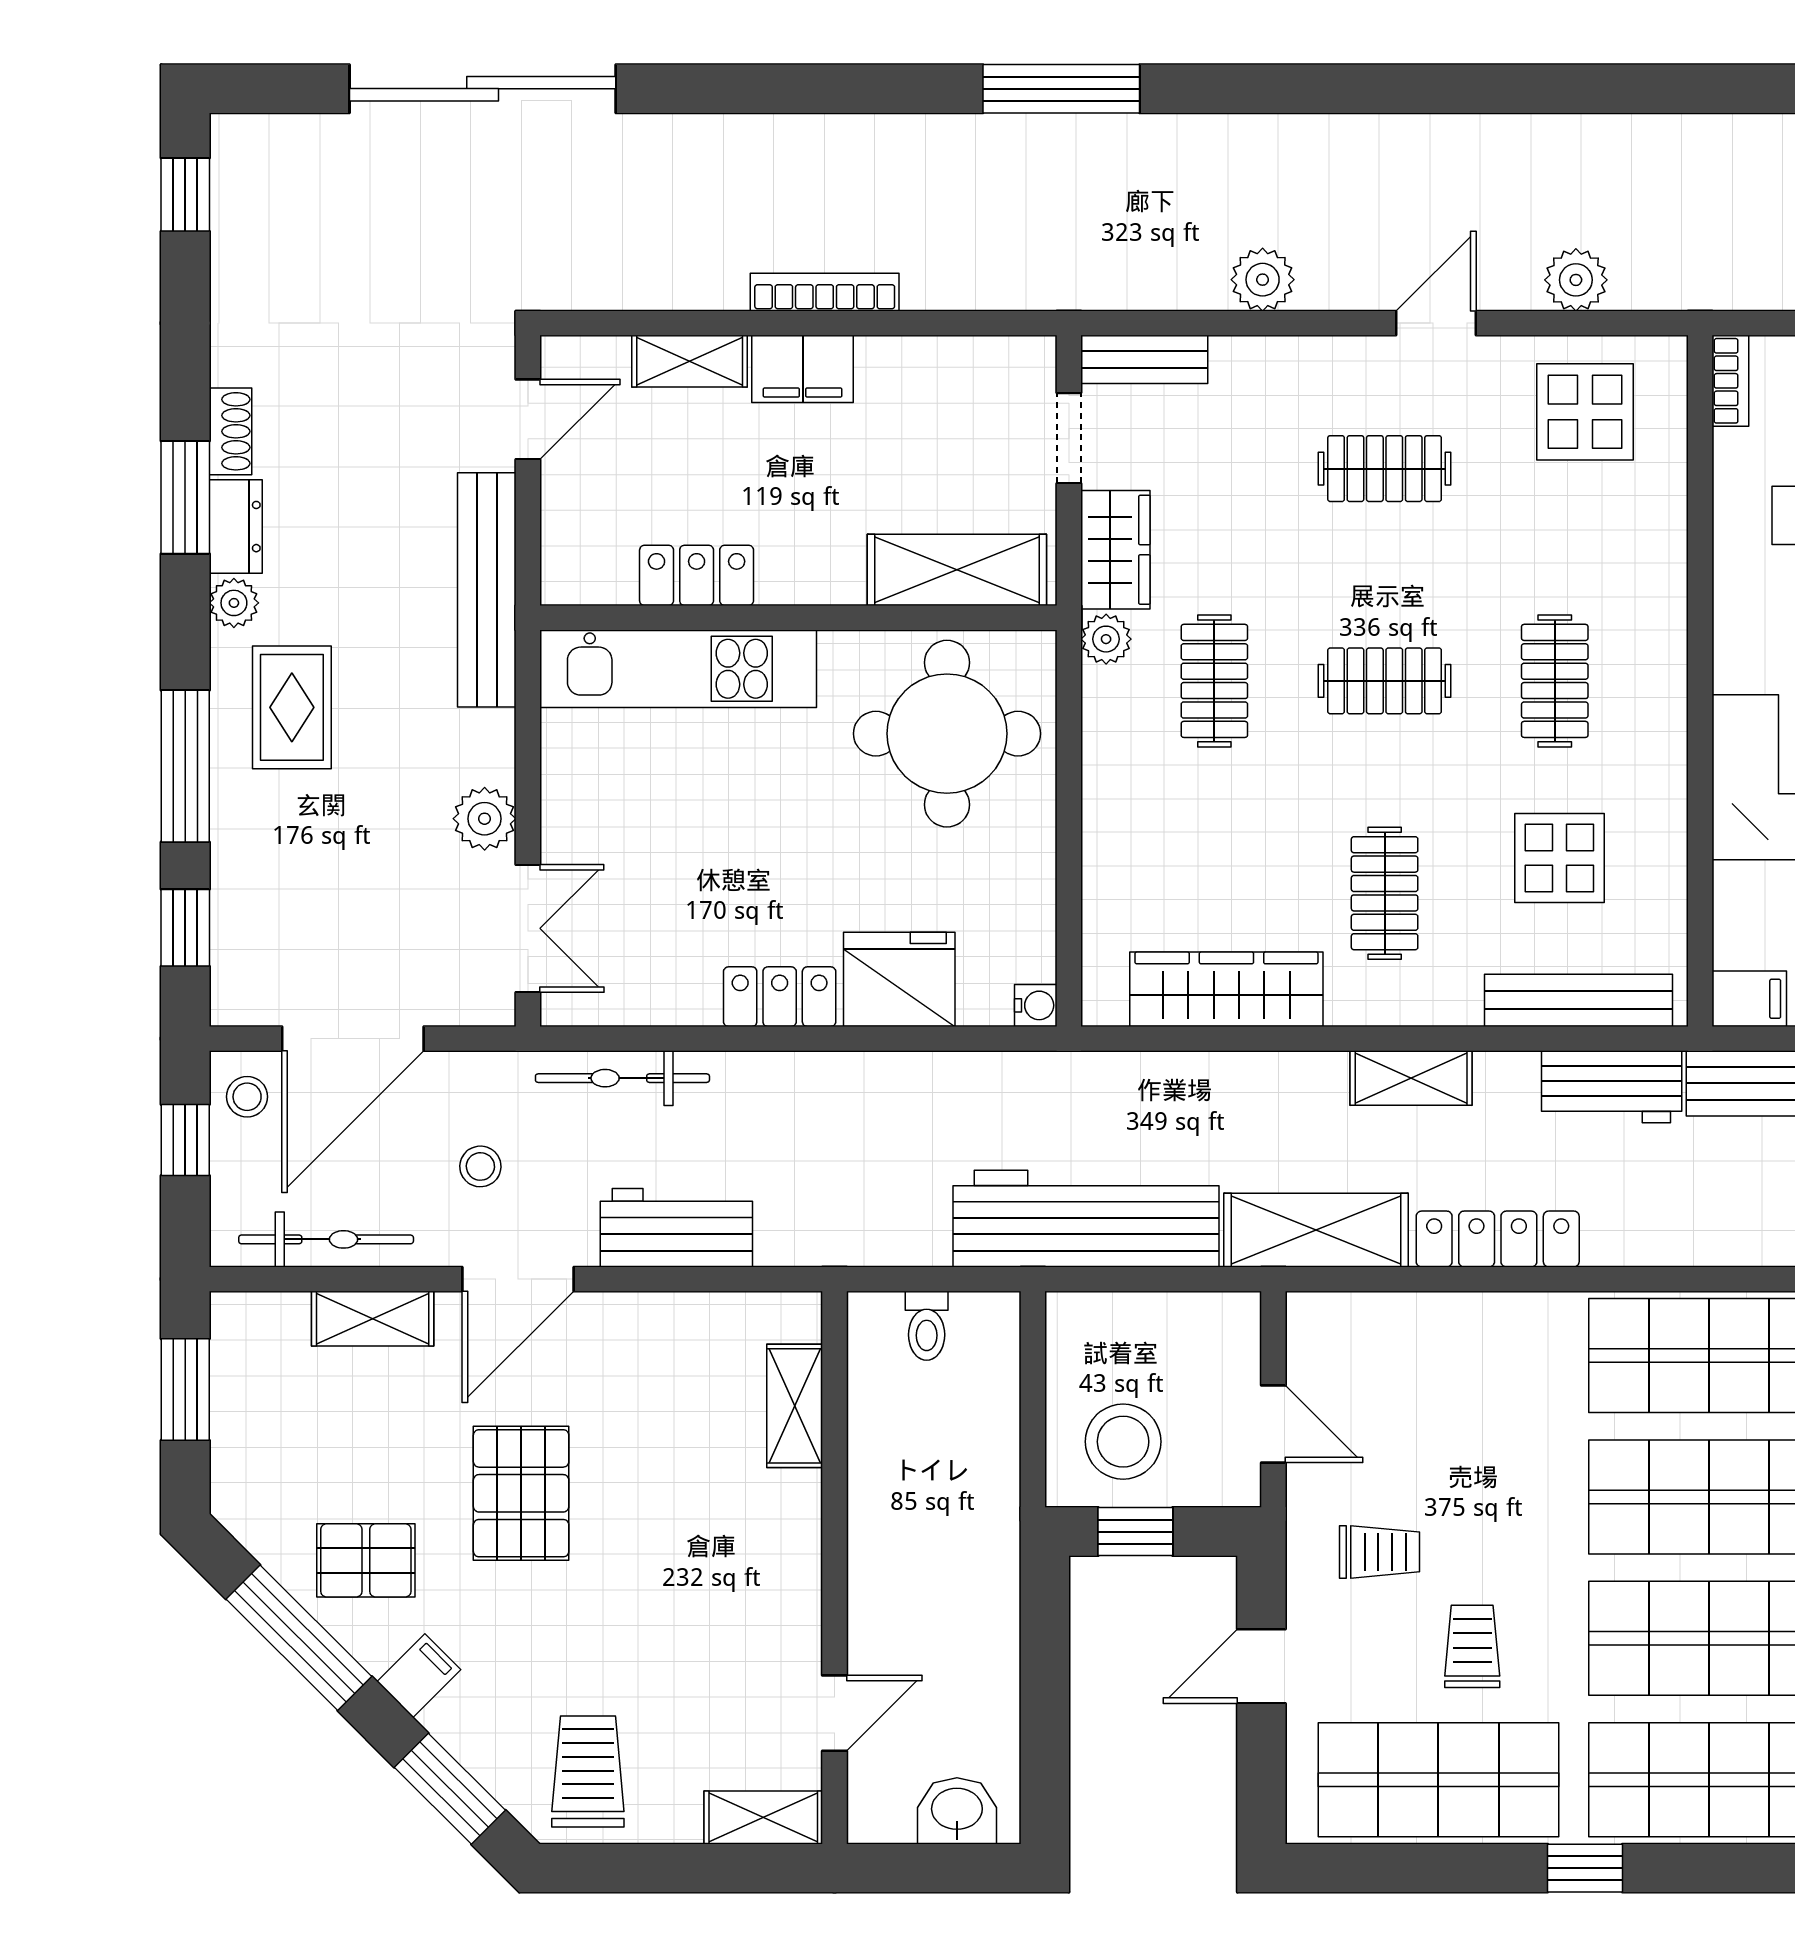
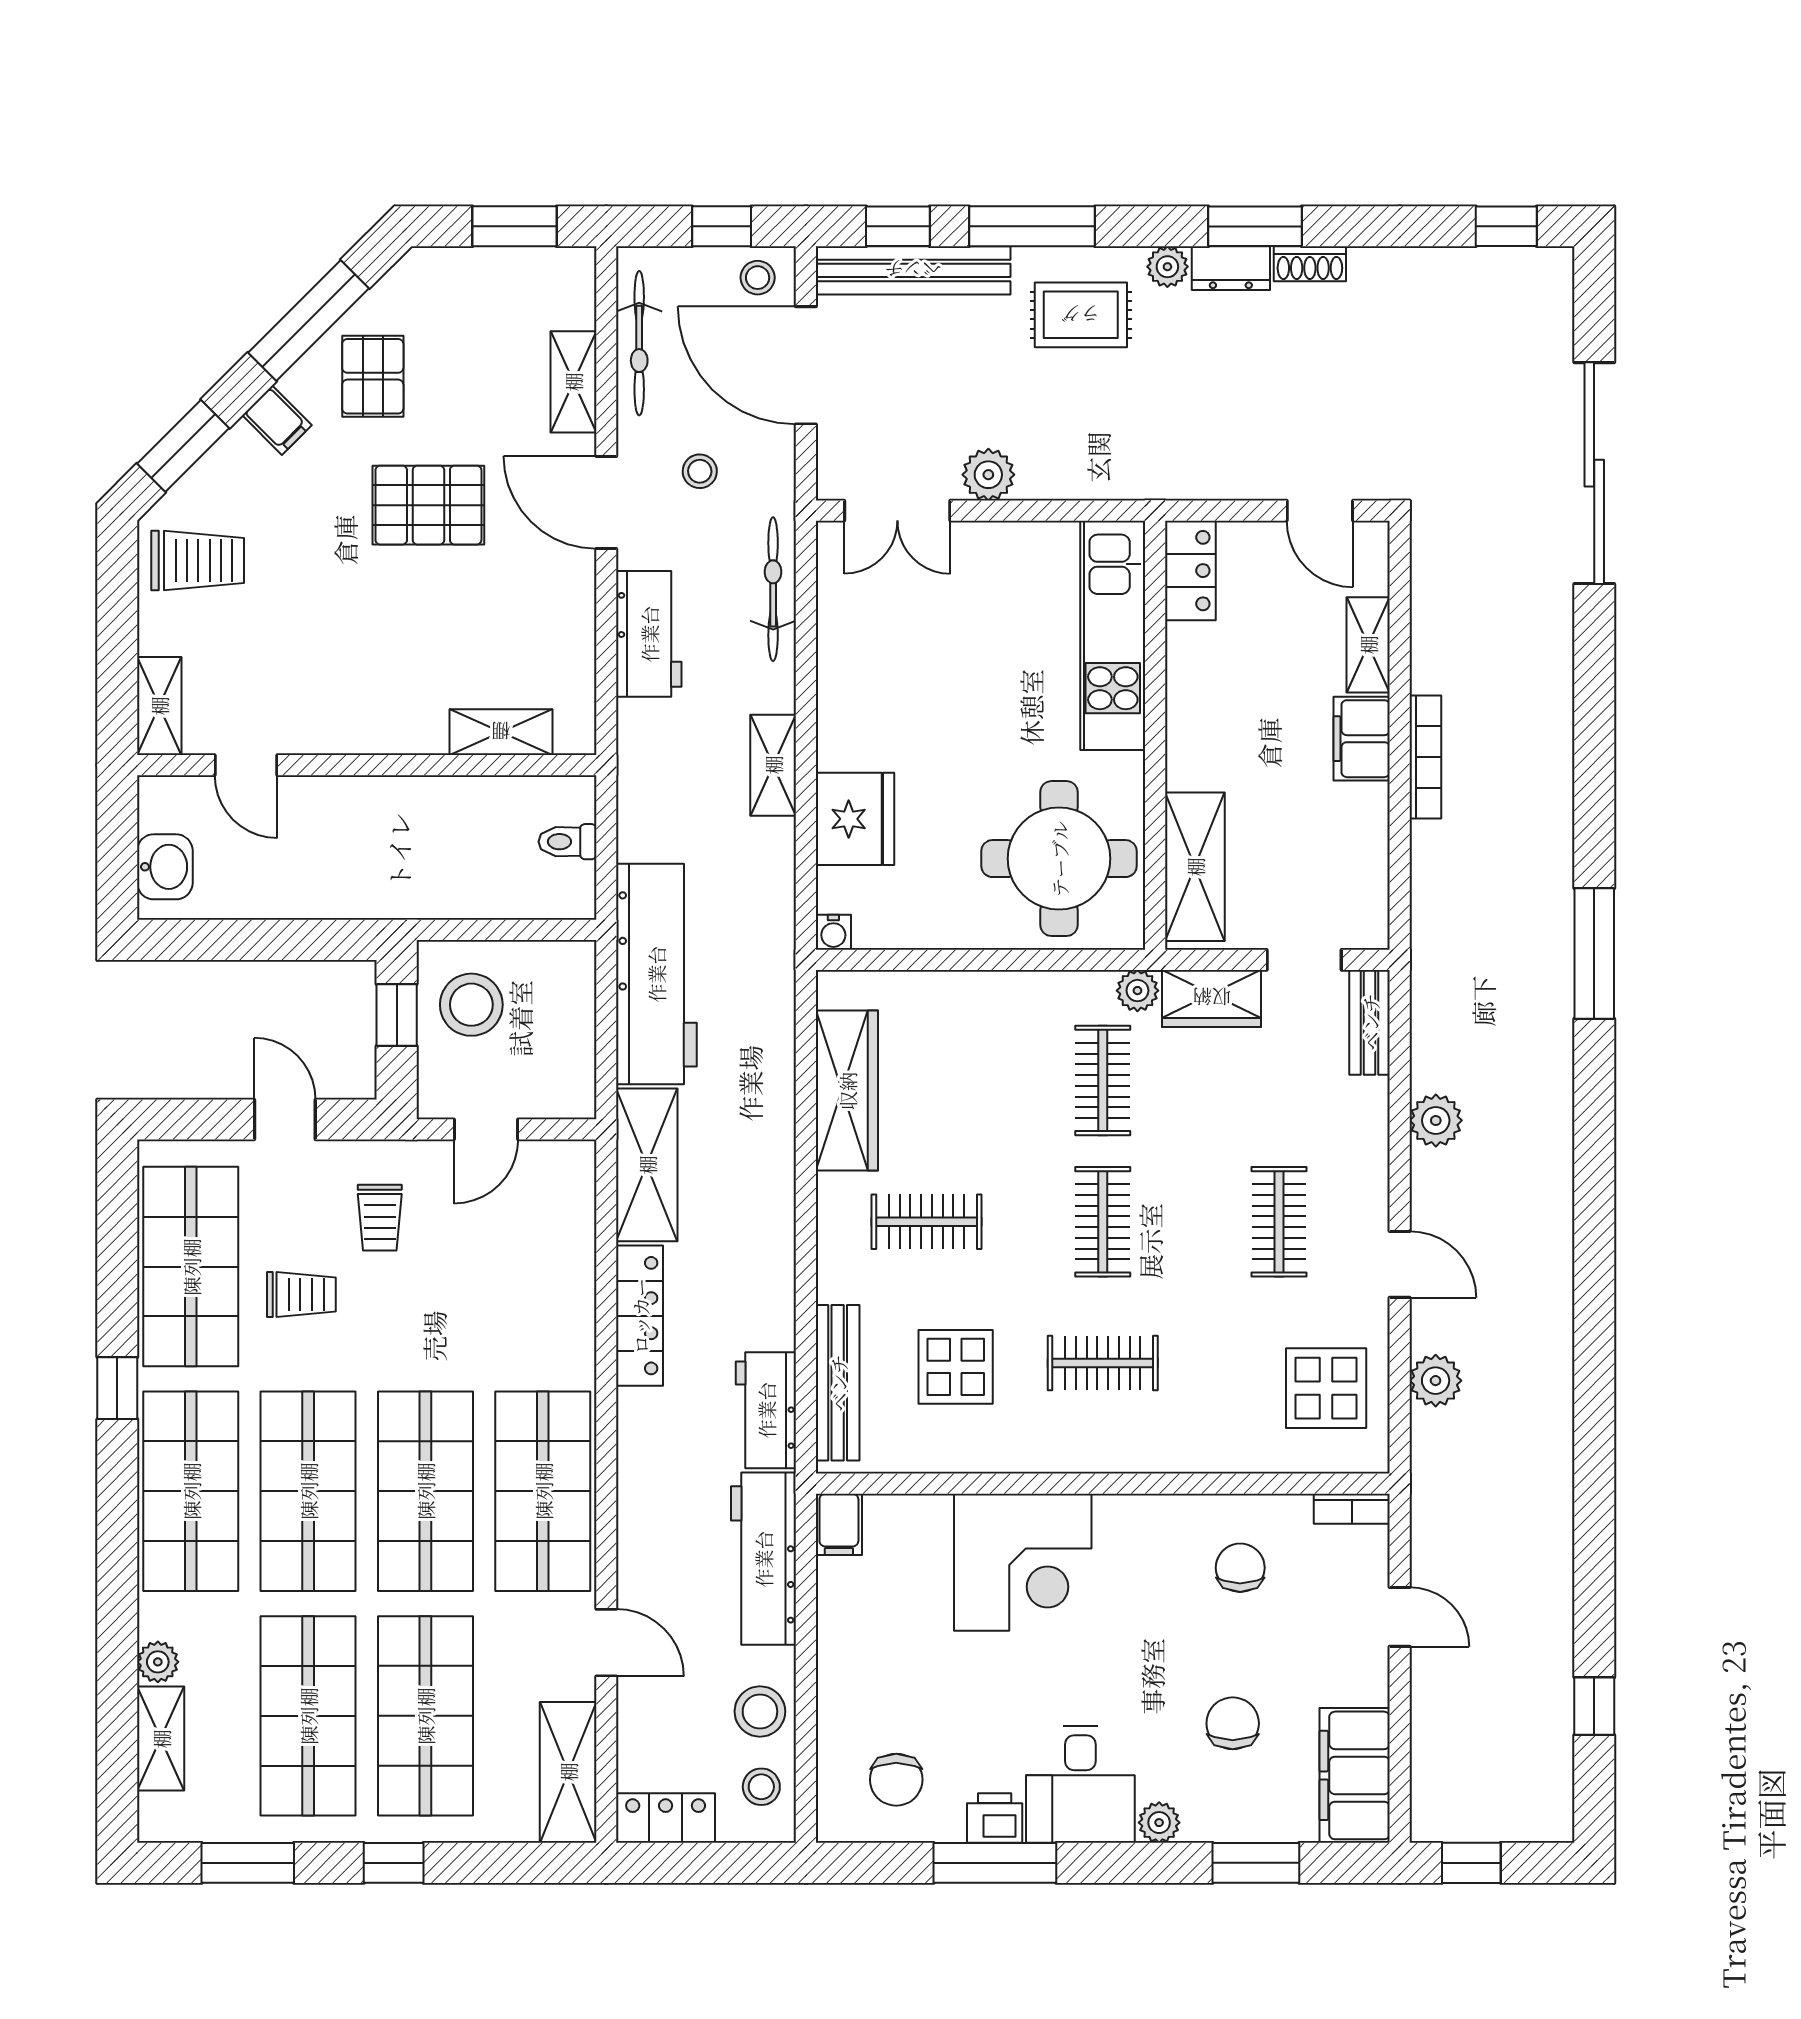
locker: (697, 575) -> (1190, 571), moved
bench: (487, 590) -> (913, 270), moved
clothes rail: (1214, 681) -> (1103, 1080), turned 90
locker: (780, 997) -> (841, 720), removed
shelving: (1411, 1078) -> (773, 765), moved

